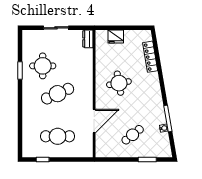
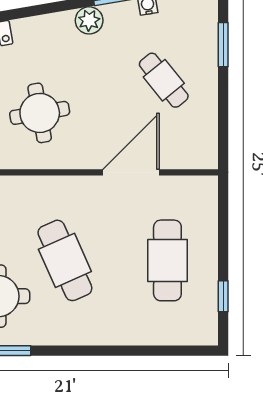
plant: (157, 104) -> (89, 20), added
door: (94, 121) -> (131, 172), hinge flipped

